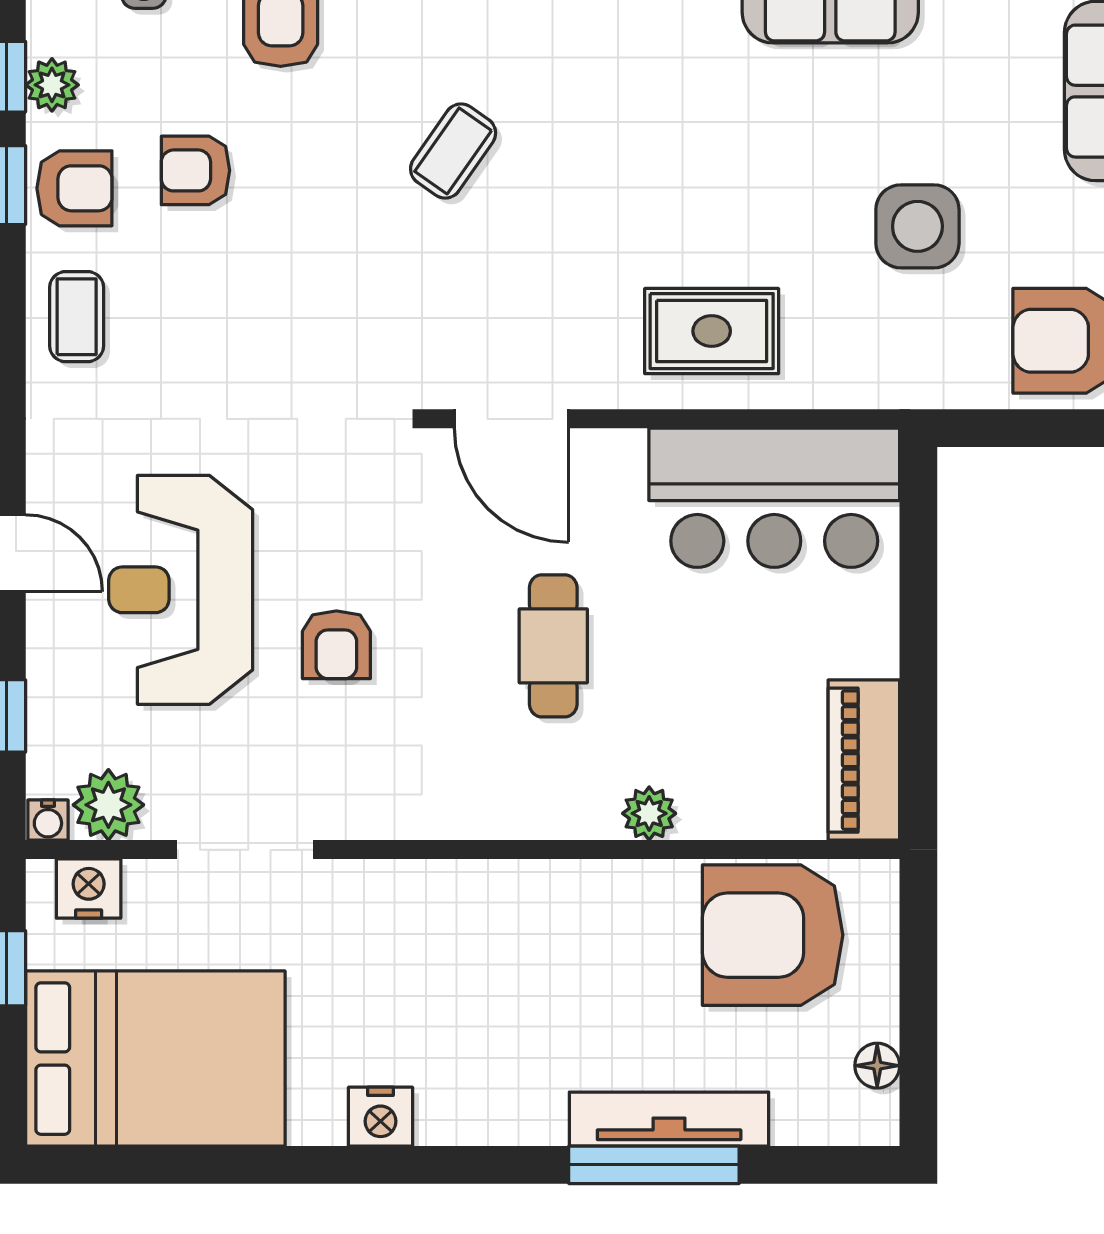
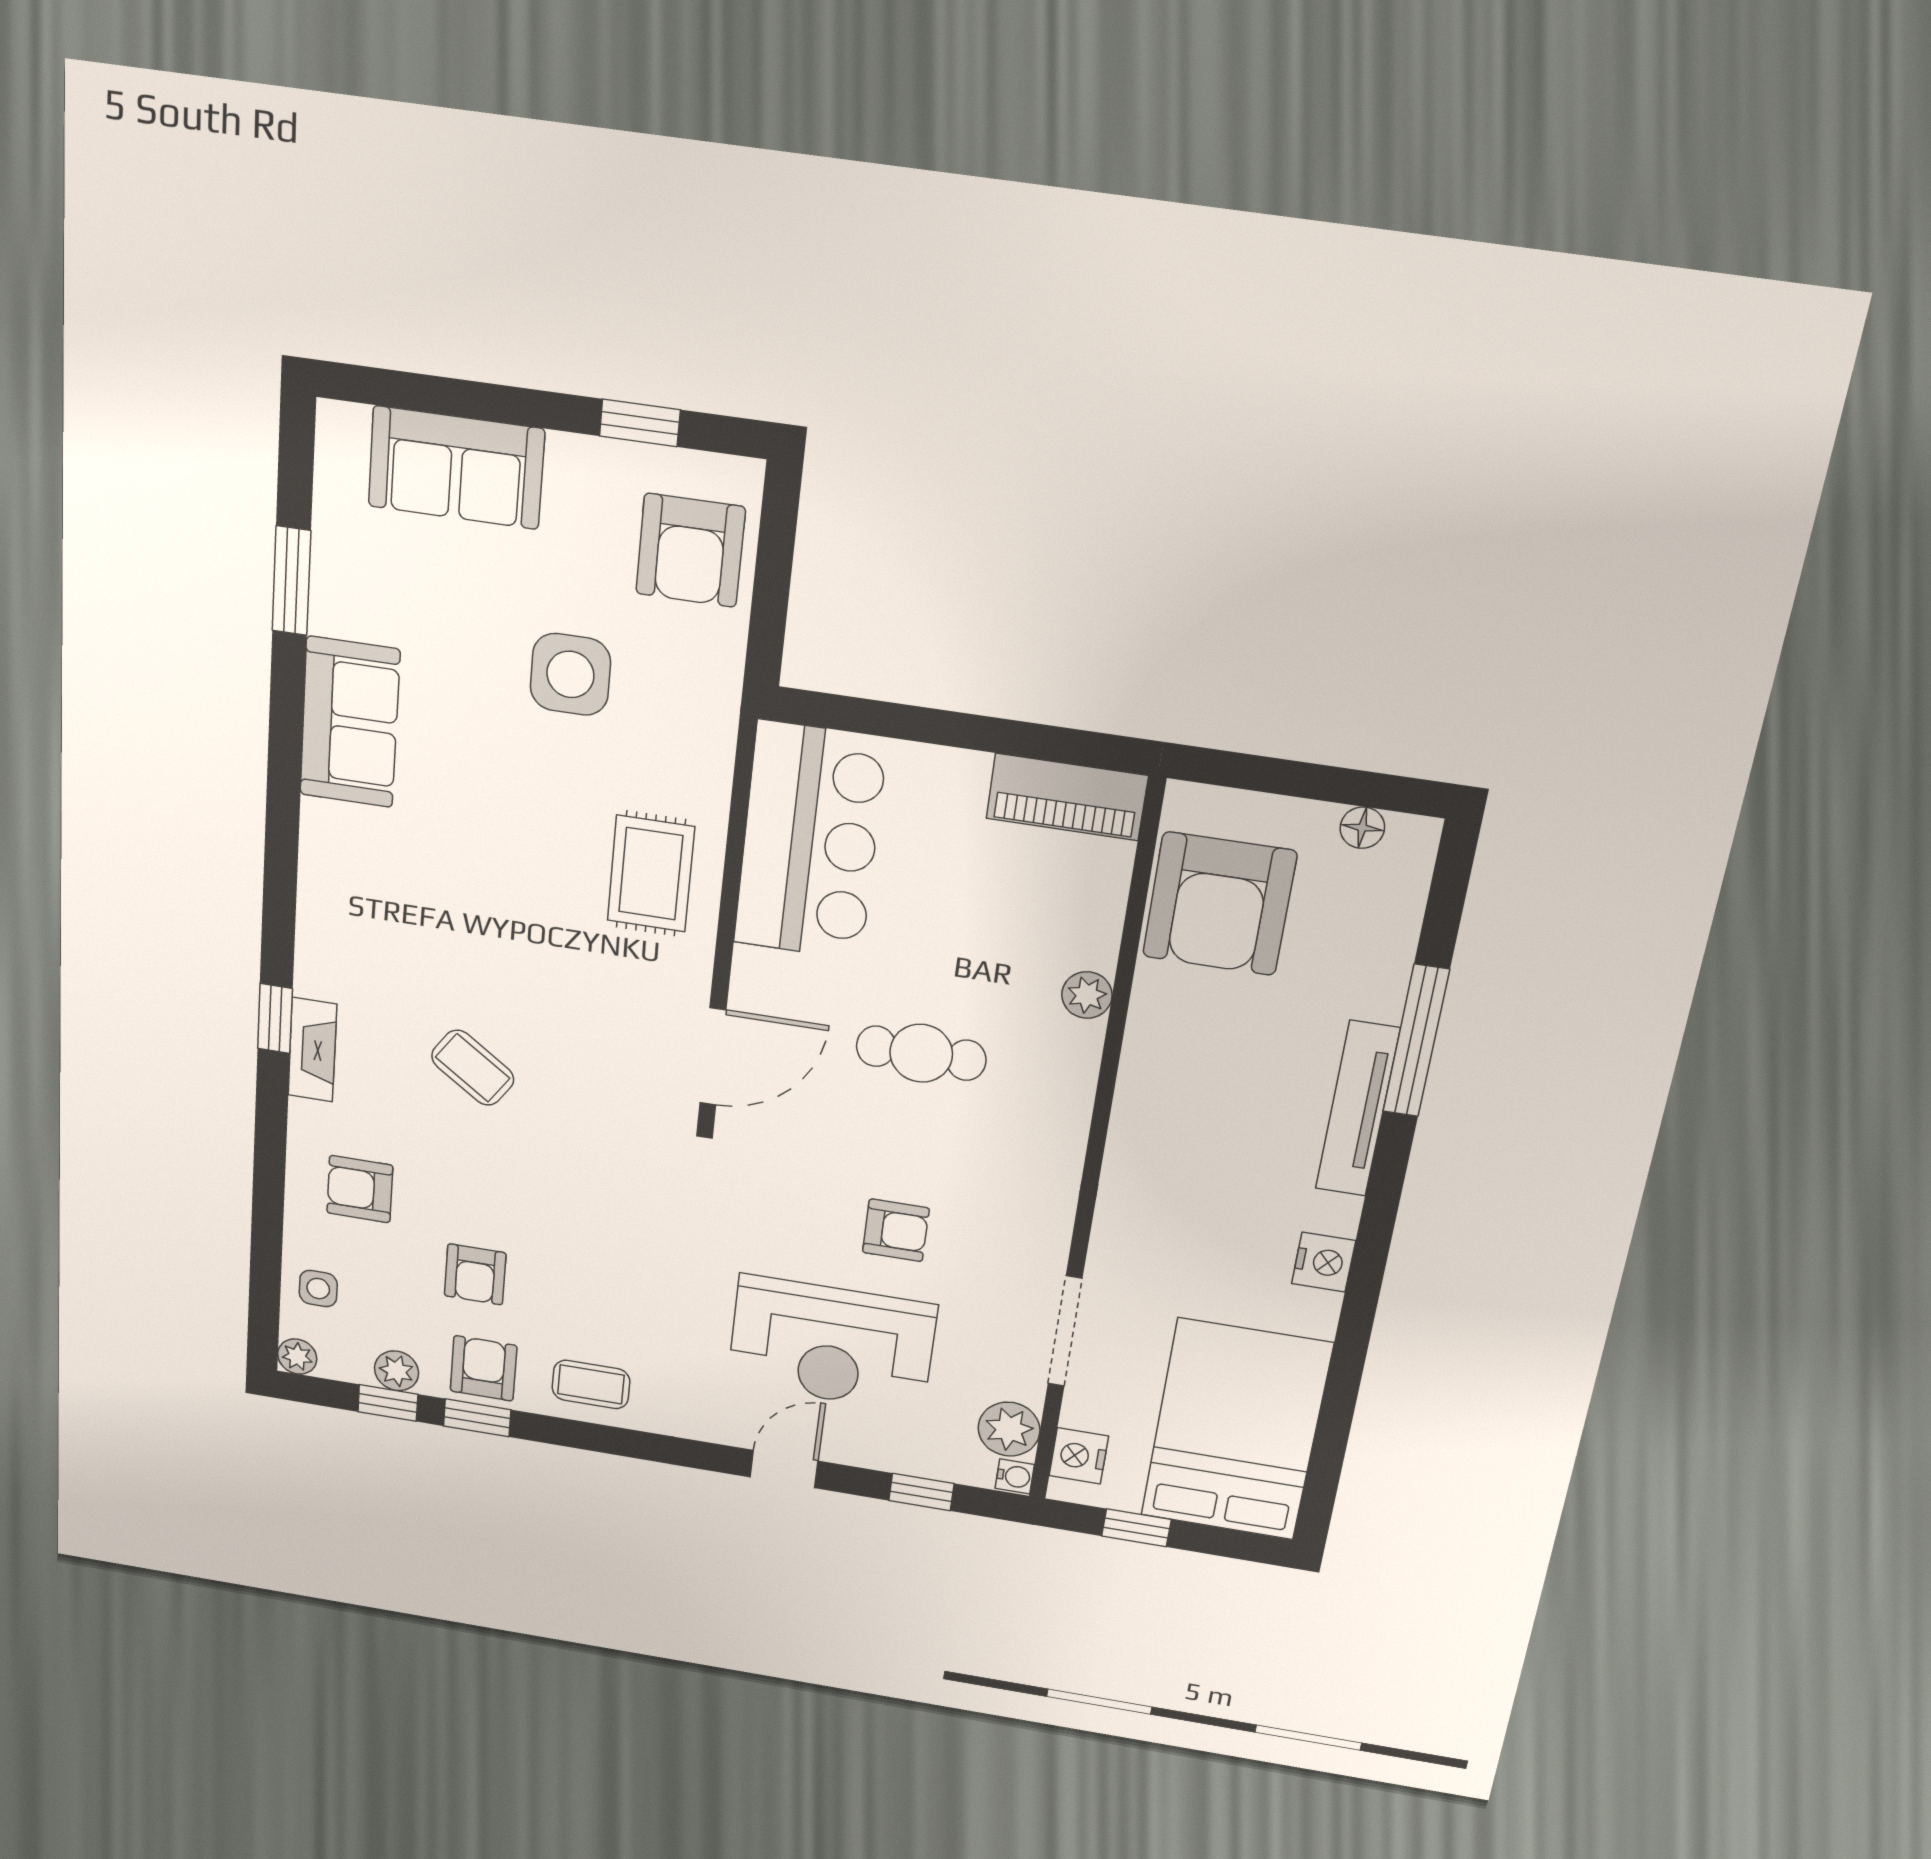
tv unit: (669, 1119) -> (1358, 1109), moved

